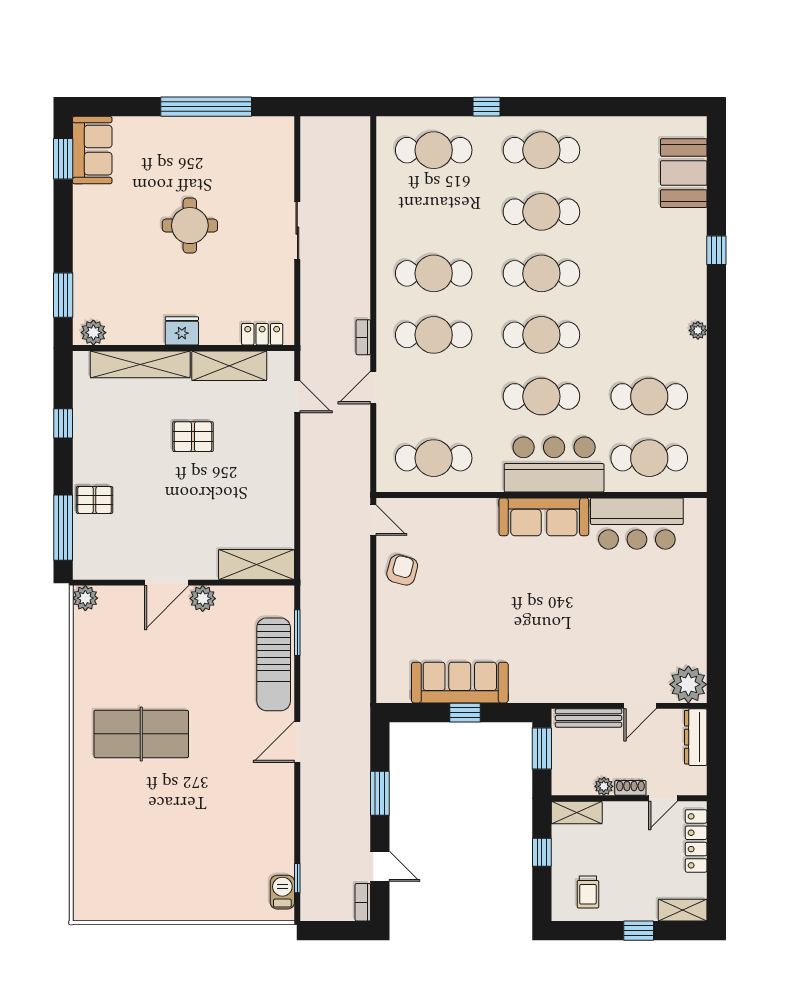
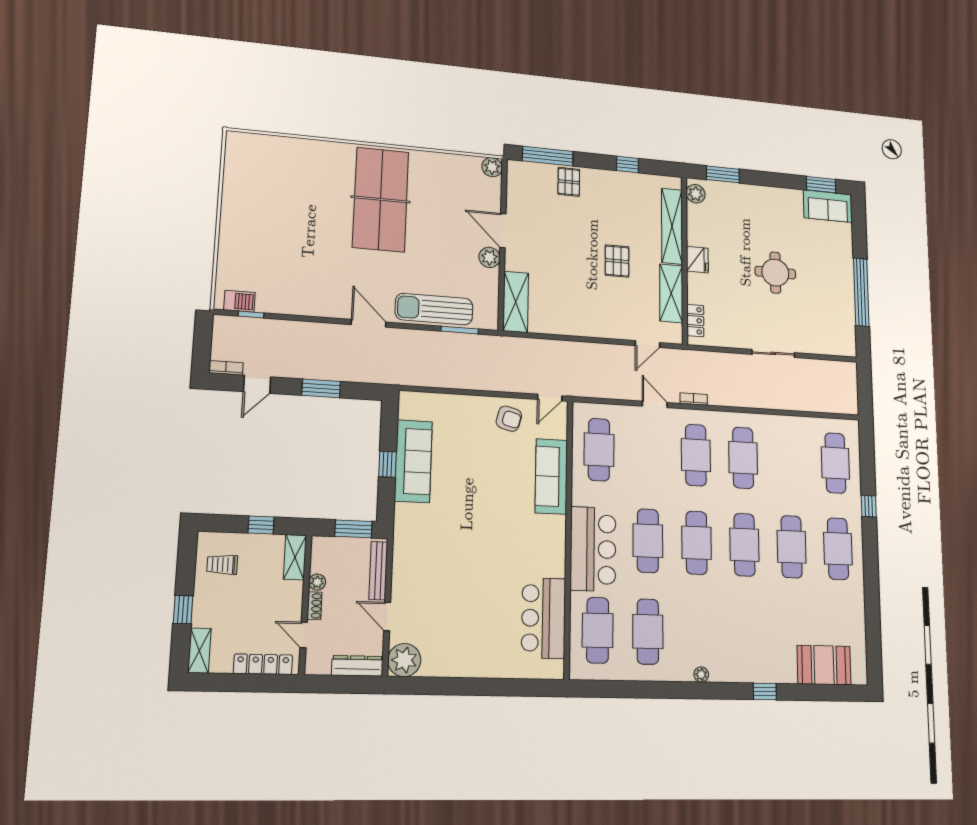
sofa: (544, 517) -> (551, 476), moved
table tennis table: (141, 734) -> (381, 199), width x1.36, depth x1.32

